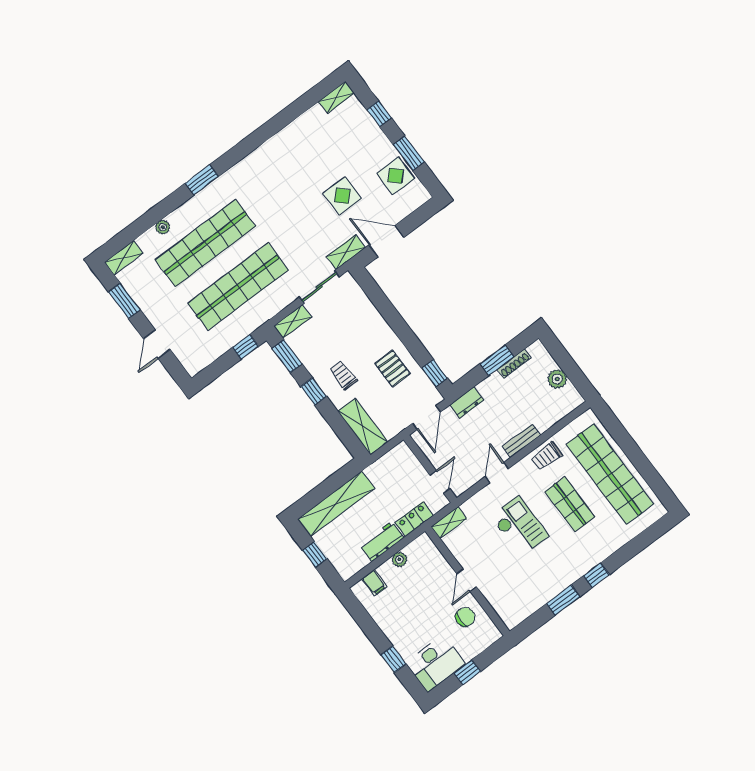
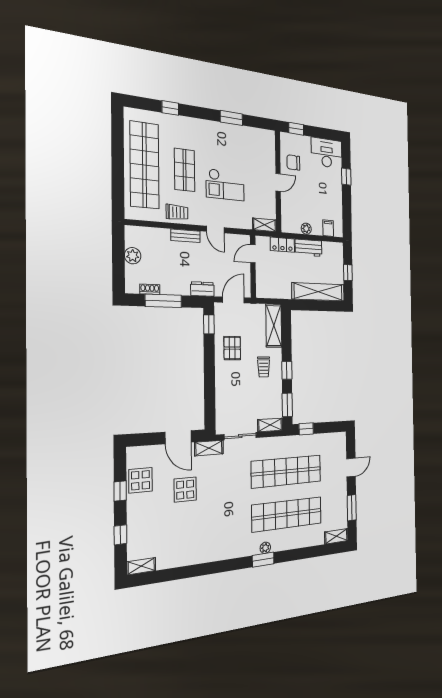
window: (409, 153) -> (120, 491), width x0.67
plant: (163, 227) -> (265, 548), moved
window: (497, 360) -> (163, 301), width x1.44
shoe rack: (514, 364) -> (150, 289), width x0.70
door: (497, 473) -> (215, 229), hinge flipped
checkout: (520, 526) -> (225, 185), turned -90
window: (596, 575) -> (170, 108), moved
window: (467, 672) -> (296, 129), moved

